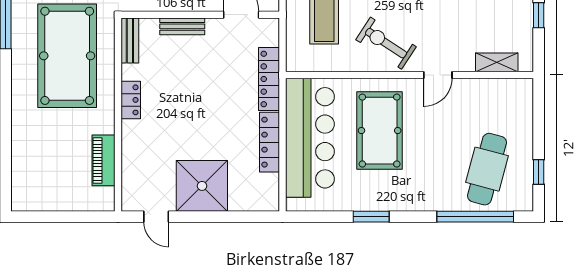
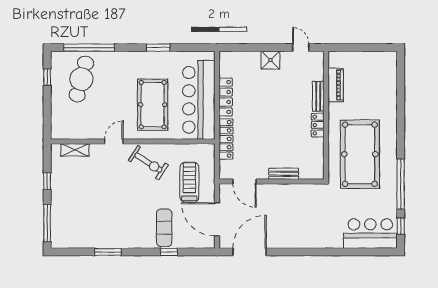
bench: (130, 41) -> (318, 96), moved
shower: (202, 186) -> (270, 60), width x0.54, depth x0.54

